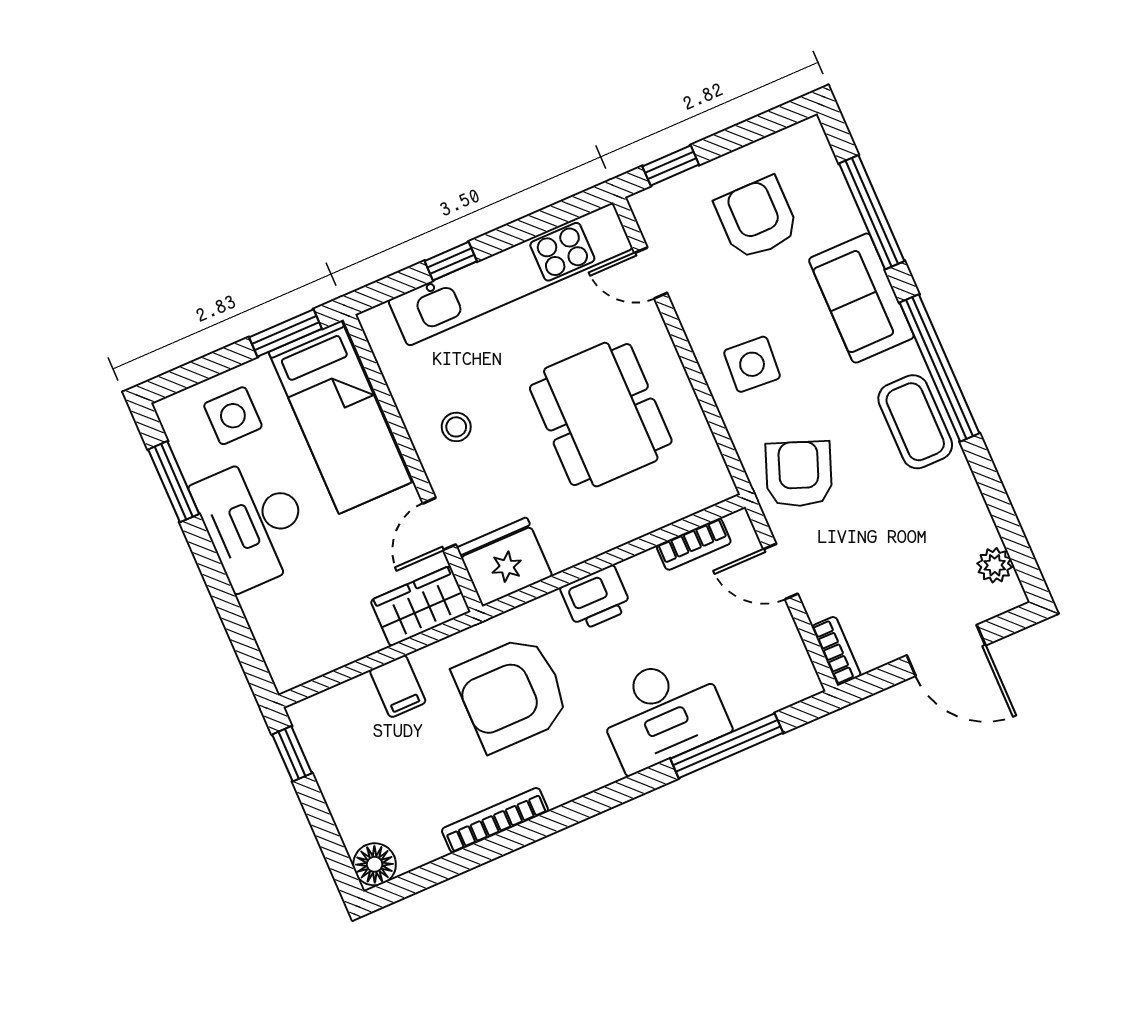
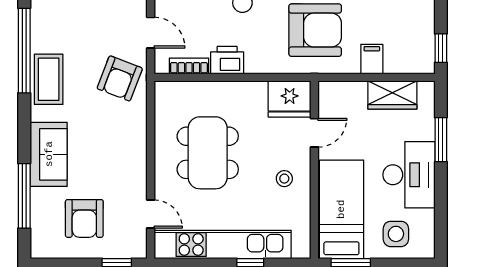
side table: (752, 364) -> (119, 145), removed
window: (939, 368) -> (24, 51), moved
window: (174, 482) -> (441, 140), moved
printer: (596, 598) -> (227, 60), moved
wardrobe: (420, 606) -> (392, 95), moved

